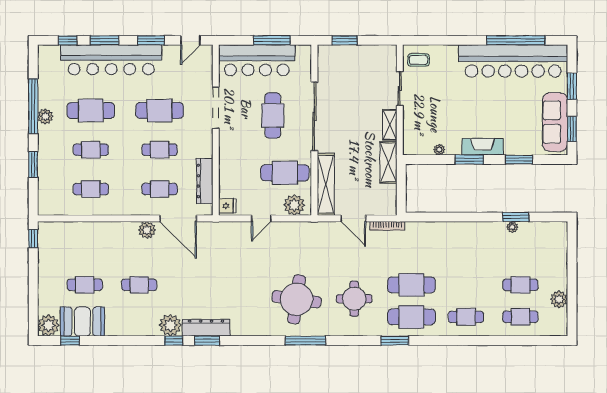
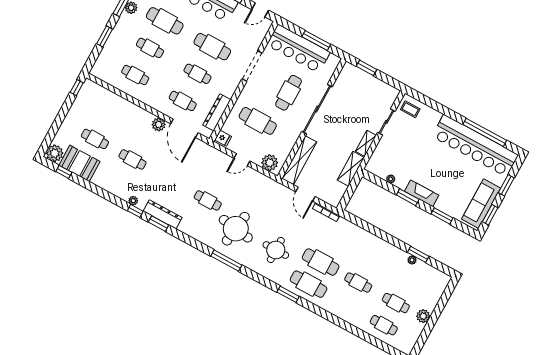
cafe table: (285, 173) -> (258, 121), moved
cafe table: (248, 285) -> (208, 200), added
plant: (559, 299) -> (423, 316), moved
cafe table: (466, 317) -> (358, 283), moved
plant: (170, 325) -> (133, 201), width x0.53, depth x0.53

